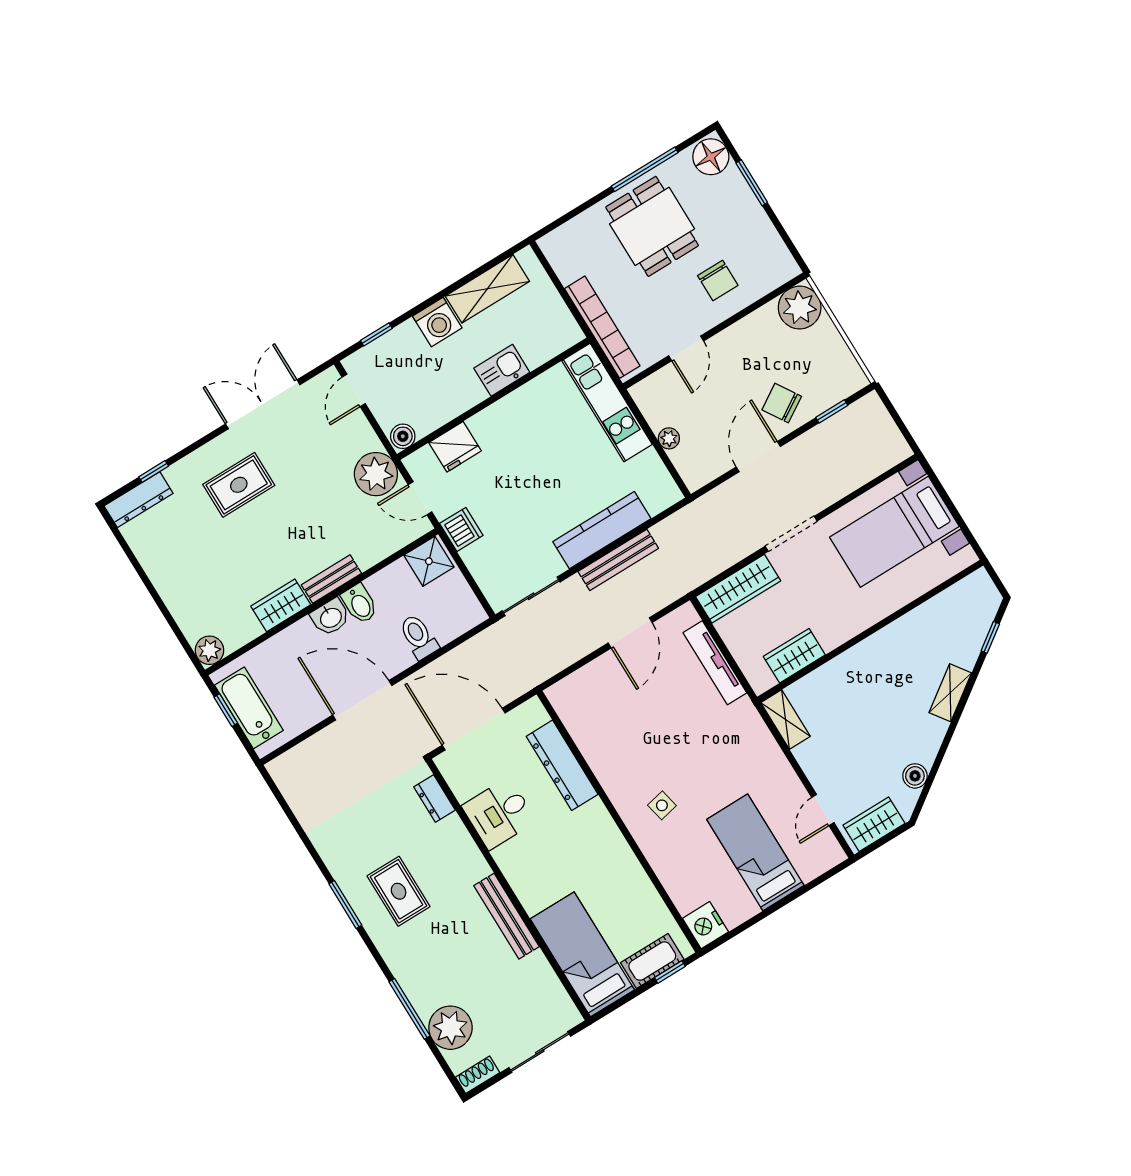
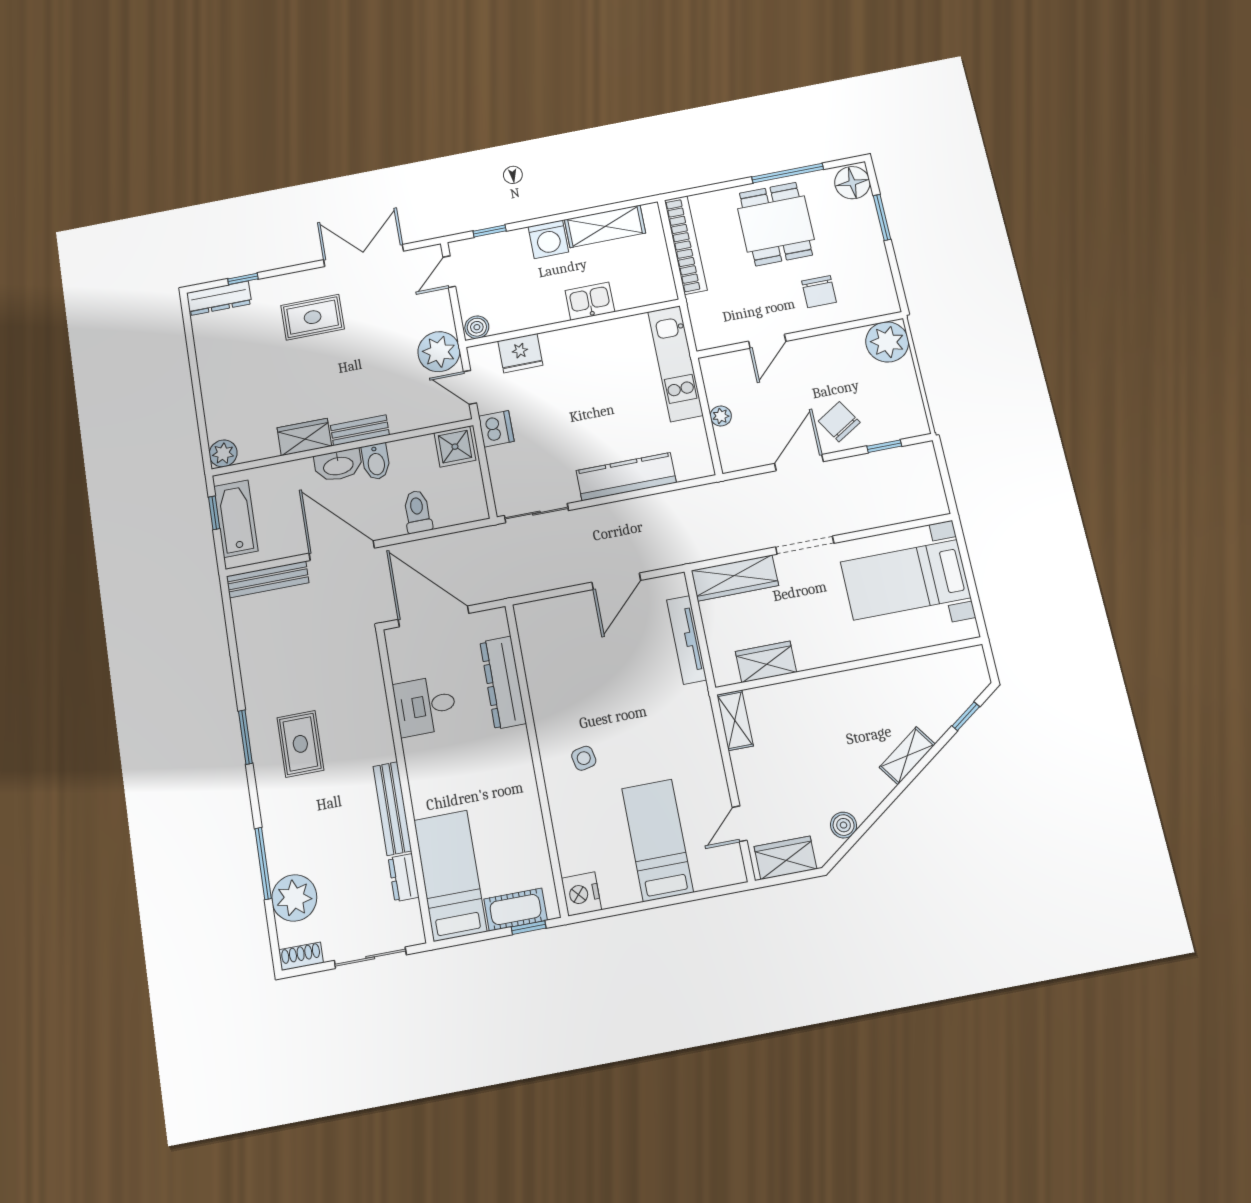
bookcase: (602, 327) -> (686, 245), moved
bench: (618, 560) -> (268, 579), moved
washbasin: (330, 617) -> (338, 465), width x1.38
dresser: (434, 798) -> (404, 878), moved

